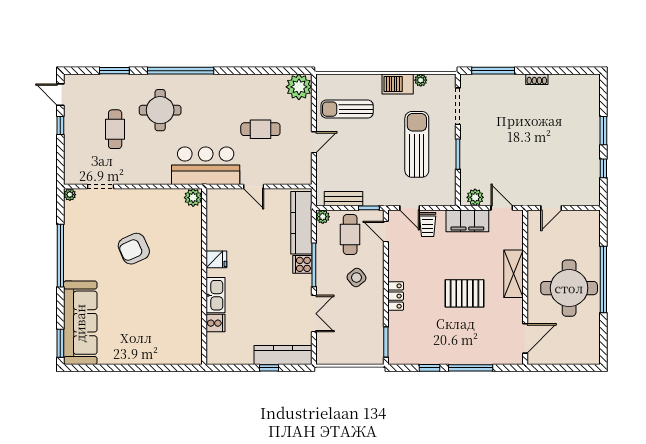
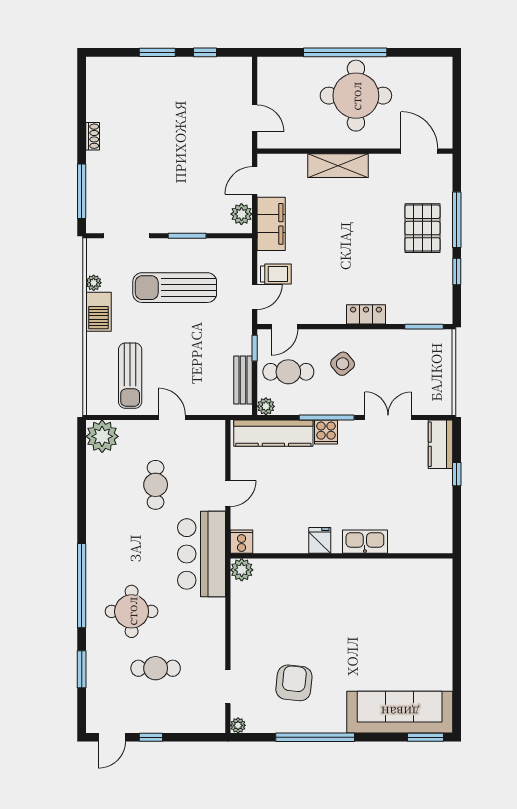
armchair: (134, 249) -> (294, 683), moved, turned -150
pallet: (465, 293) -> (422, 228), moved
cooker: (215, 323) -> (242, 542), moved
kitchen counter: (283, 355) -> (440, 444), width x0.67

